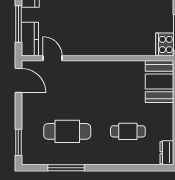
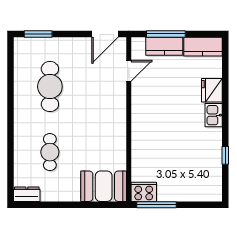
kitchen counter: (30, 39) -> (164, 46), moved
window: (66, 168) -> (11, 85), removed

